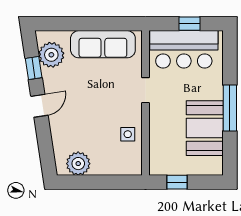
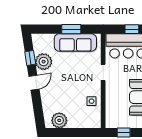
window: (97, 24) -> (71, 29), added
plant: (51, 55) -> (44, 62), moved

